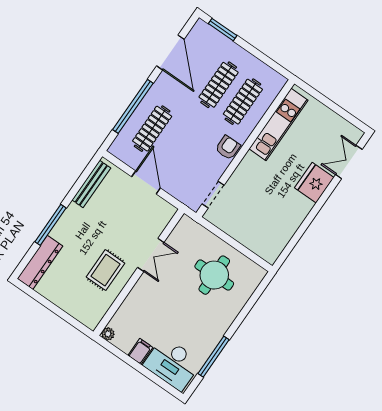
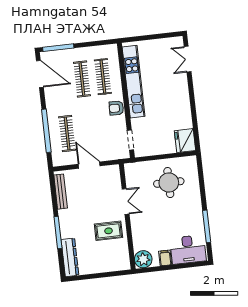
window: (223, 30) -> (58, 48), width x1.44
door: (170, 52) -> (40, 74), moved
kitchen unit: (278, 124) -> (134, 82), width x1.36
armchair: (228, 148) -> (116, 108), turned -88
fridge: (314, 183) -> (185, 141), moved
rug: (106, 270) -> (108, 231), turned 90
plant: (108, 334) -> (143, 259), width x1.87, depth x1.87

